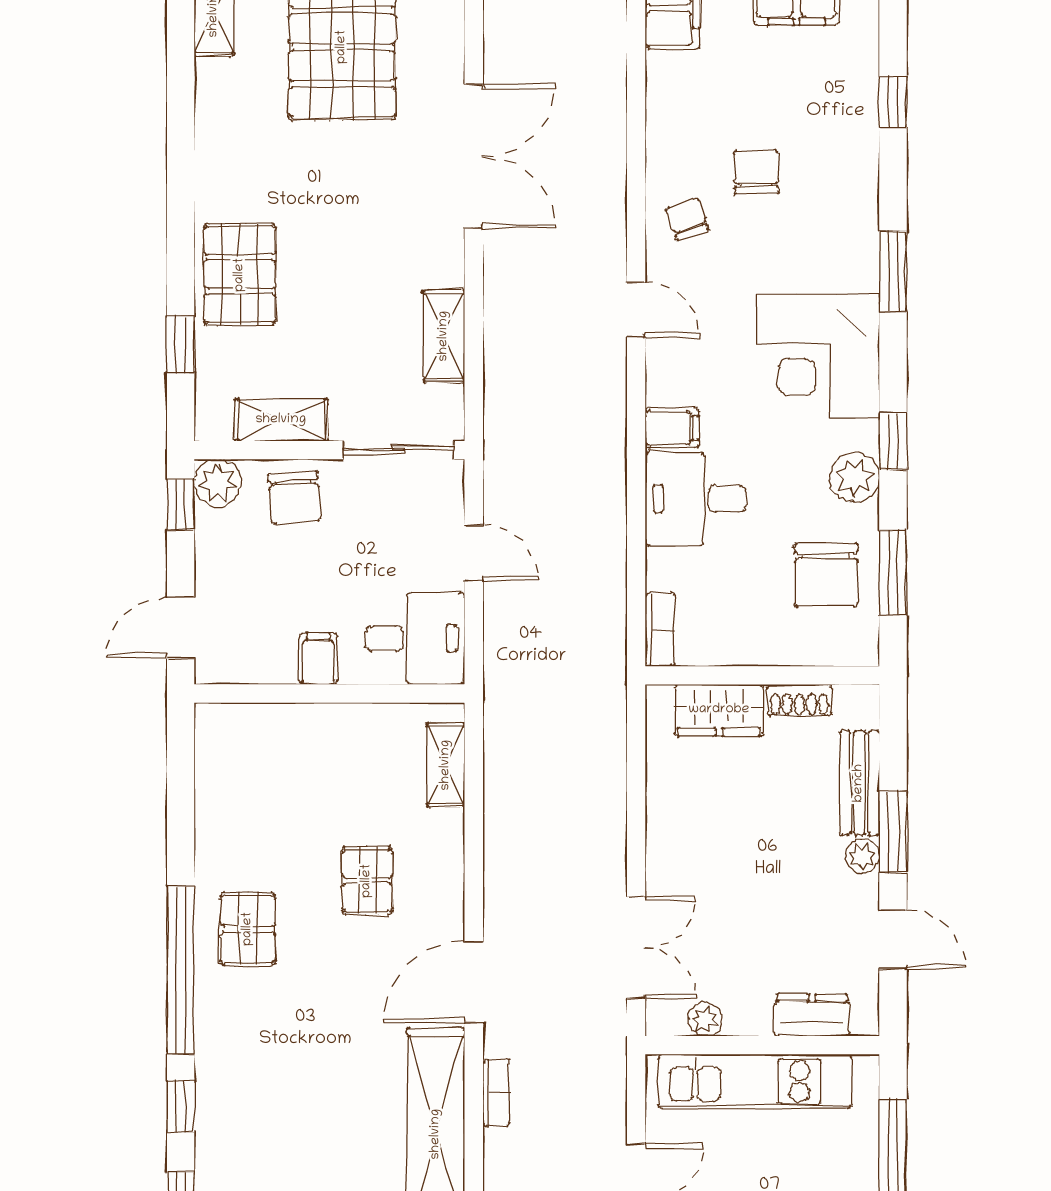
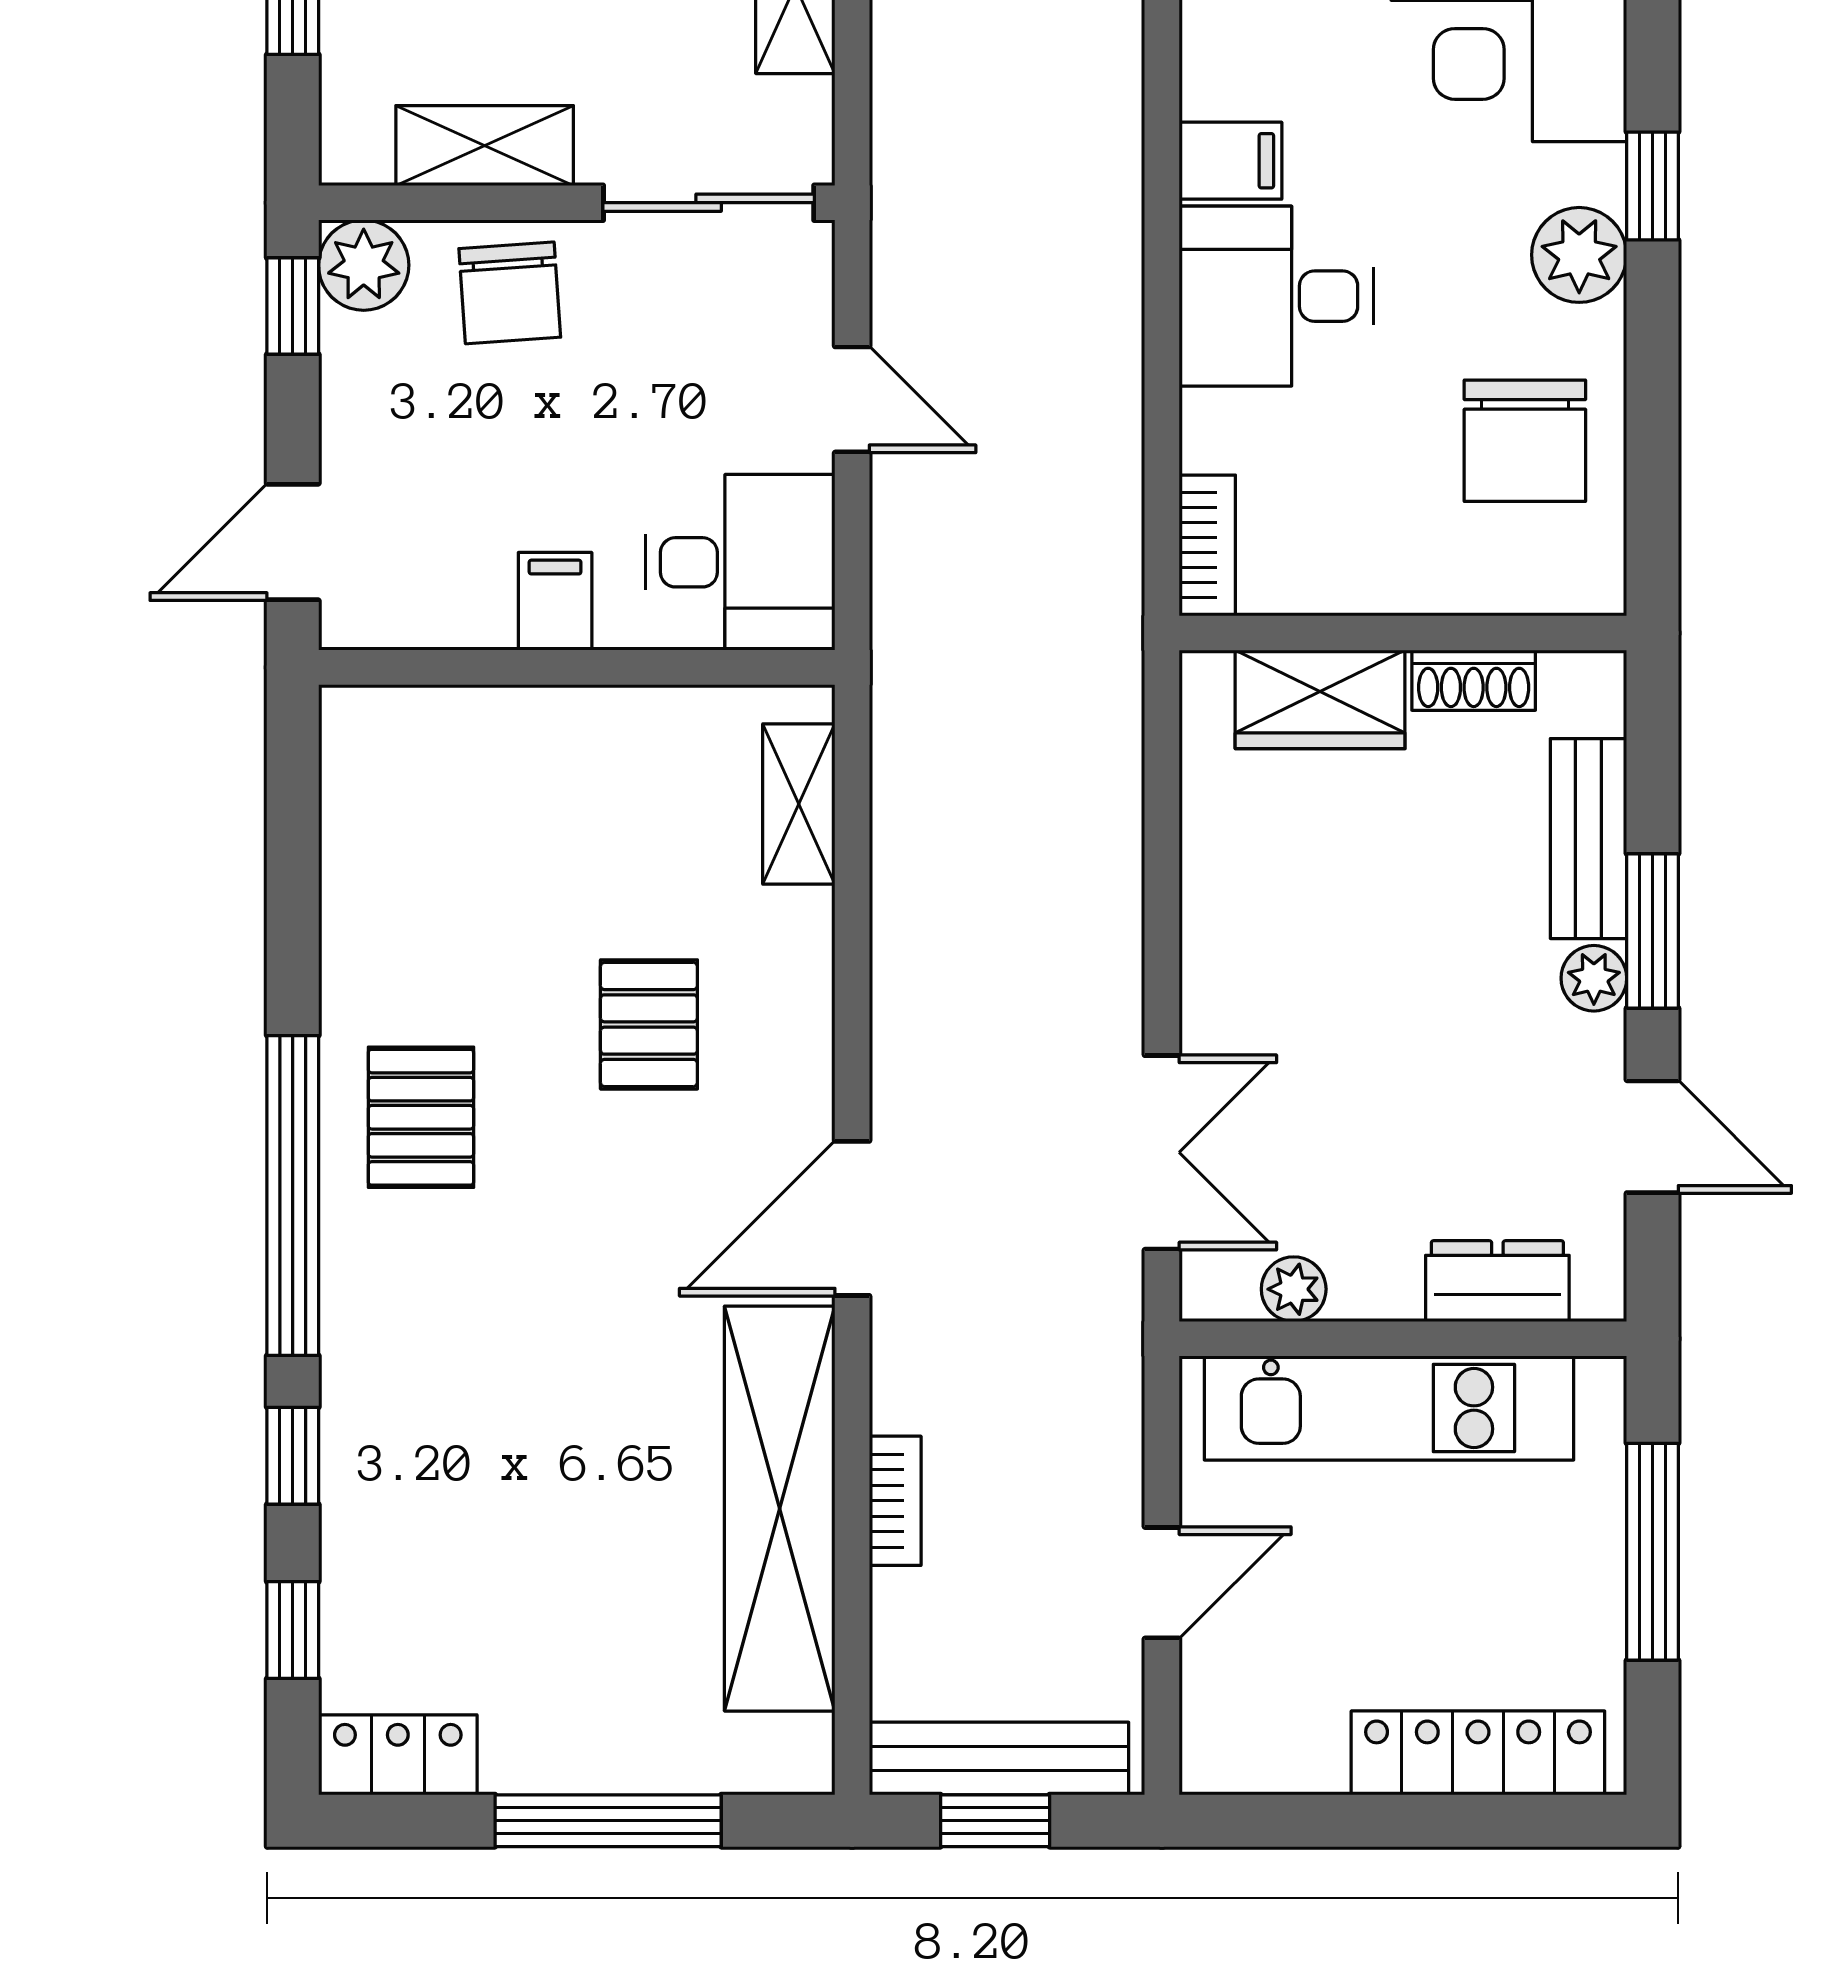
window: (893, 573) -> (1652, 437), removed
bookcase: (496, 1093) -> (895, 1501), moved

